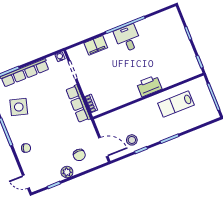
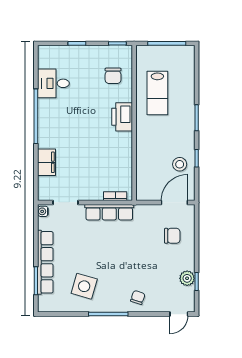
desk: (128, 38) -> (53, 83), moved
chair: (176, 68) -> (113, 76), added
plant: (67, 172) -> (187, 278), moved

